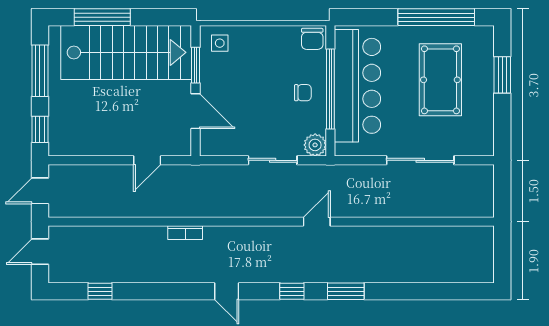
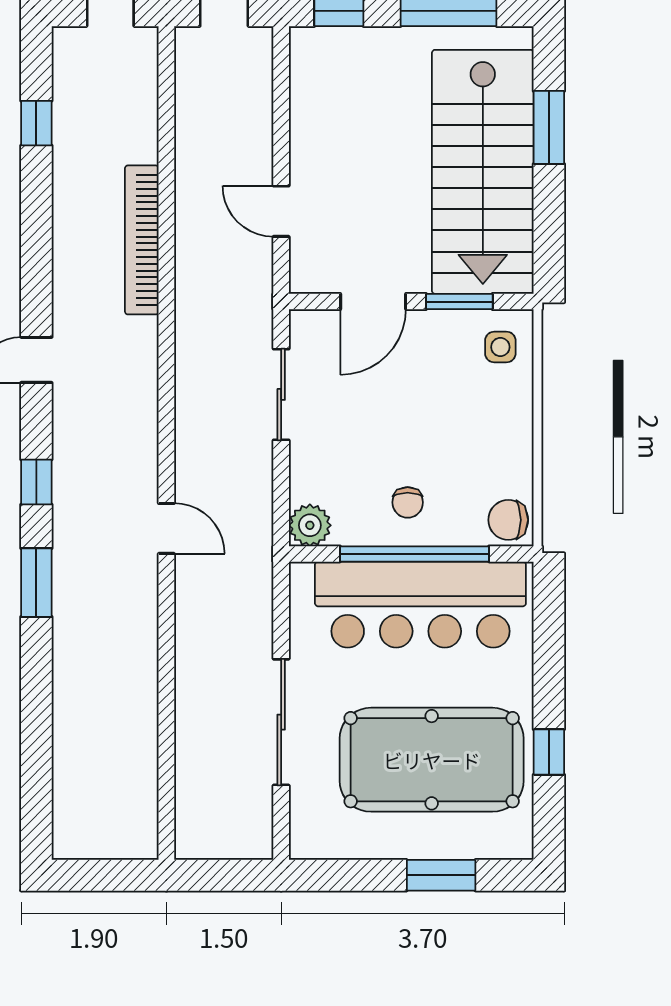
window: (102, 17) -> (549, 127), width x0.69
window: (436, 17) -> (549, 752), width x0.32
pool table: (440, 80) -> (432, 760), width x1.36, depth x1.32
sliding door: (273, 160) -> (281, 394), moved
bookcase: (185, 233) -> (142, 240), width x2.31, depth x1.31

